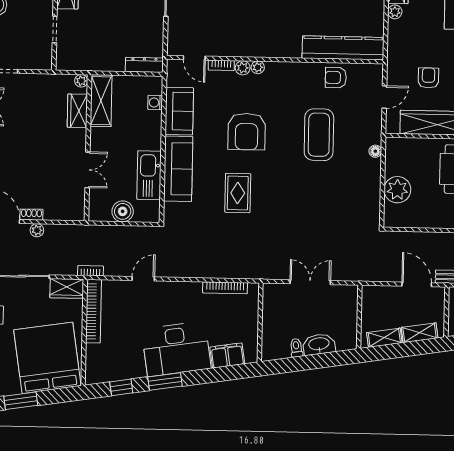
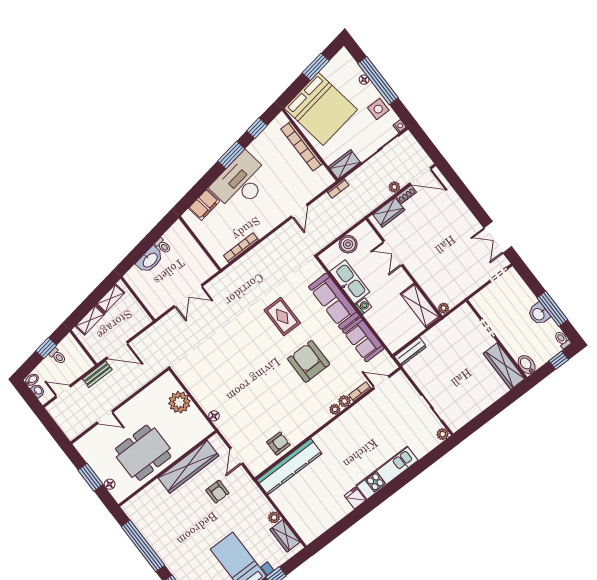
washing machine: (155, 103) -> (363, 306), moved
wardrobe: (77, 111) -> (389, 212), moved, turned 90
coffee table: (319, 135) -> (260, 397), removed
bookcase: (94, 311) -> (302, 146), moved

